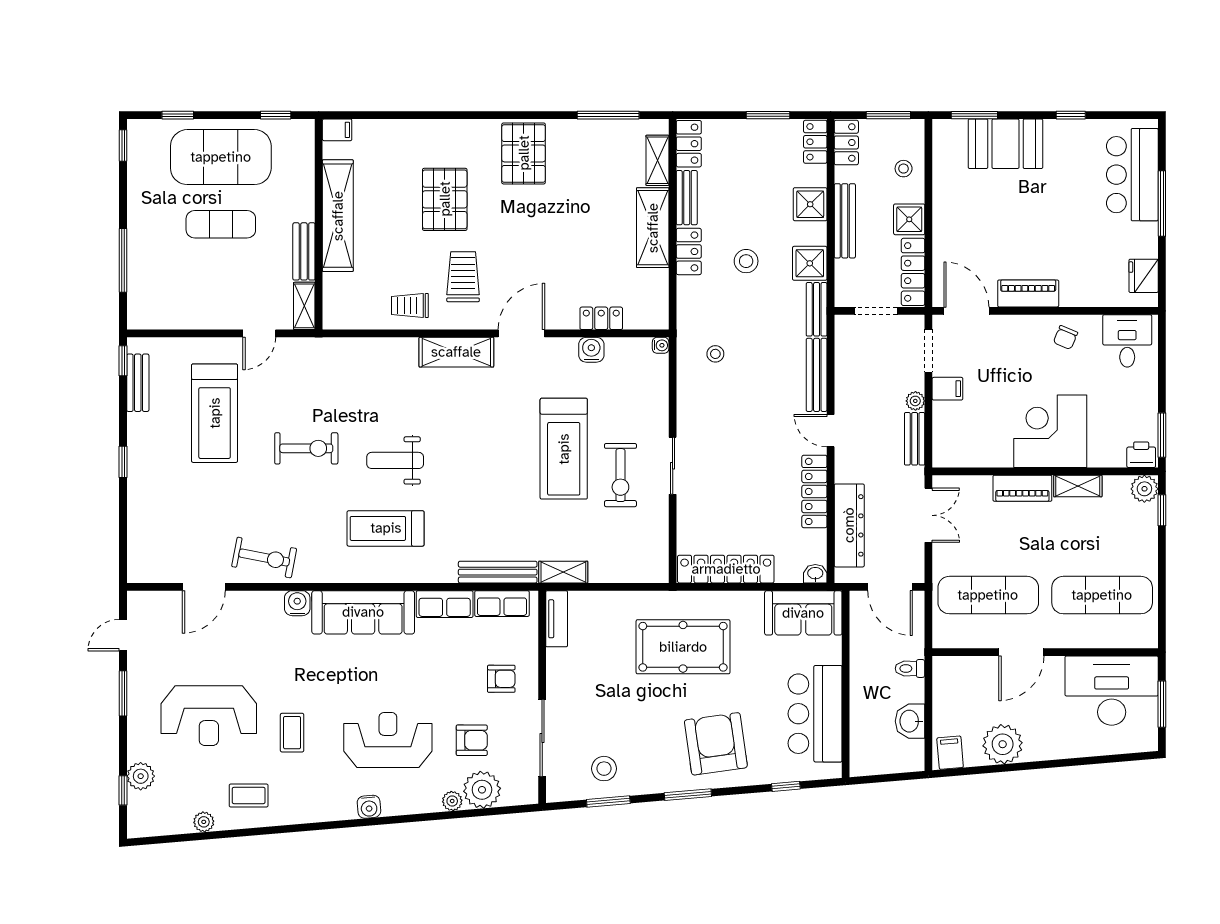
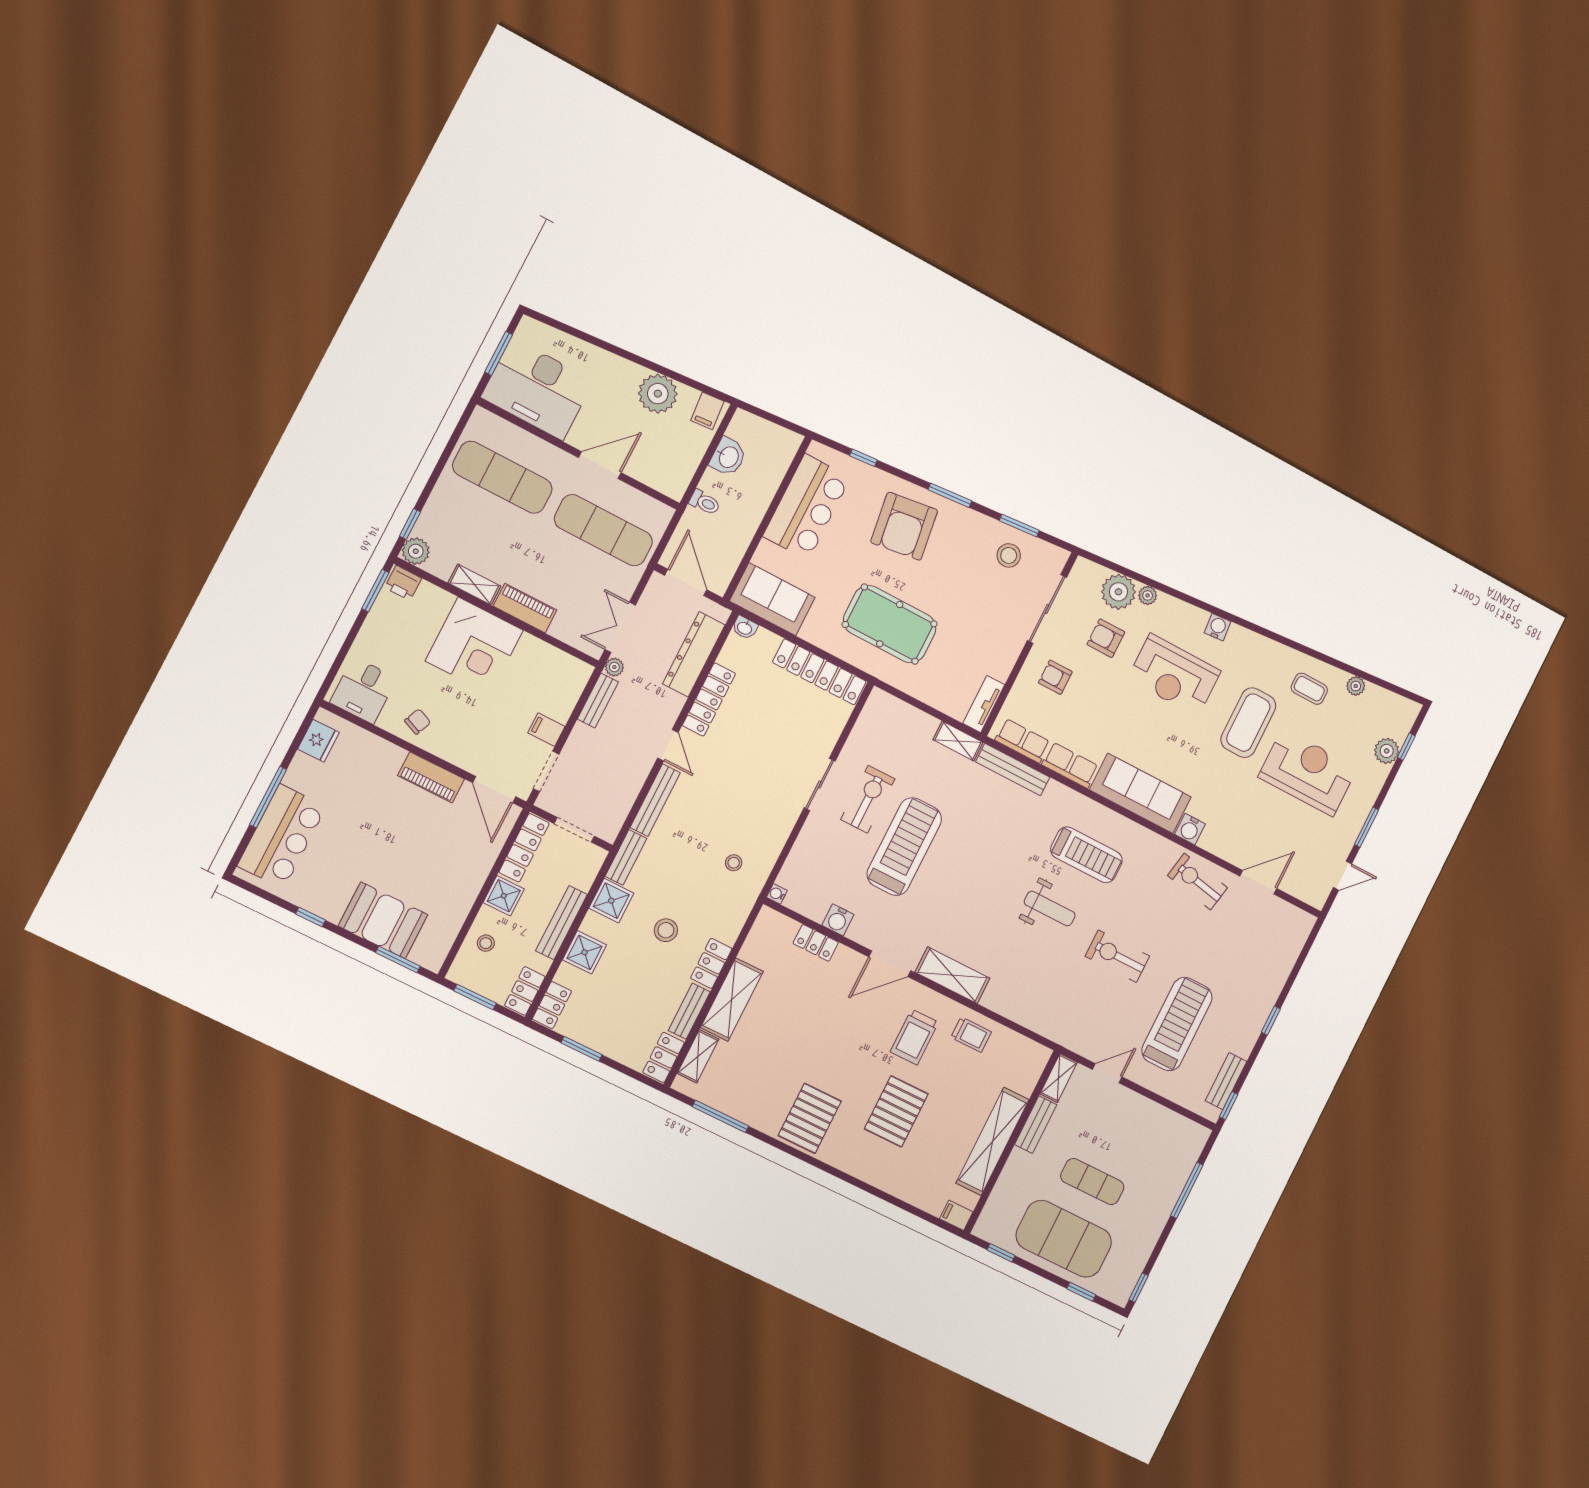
plant: (915, 401) -> (614, 667), moved
coffee table: (292, 733) -> (1248, 723), width x1.86, depth x1.72

